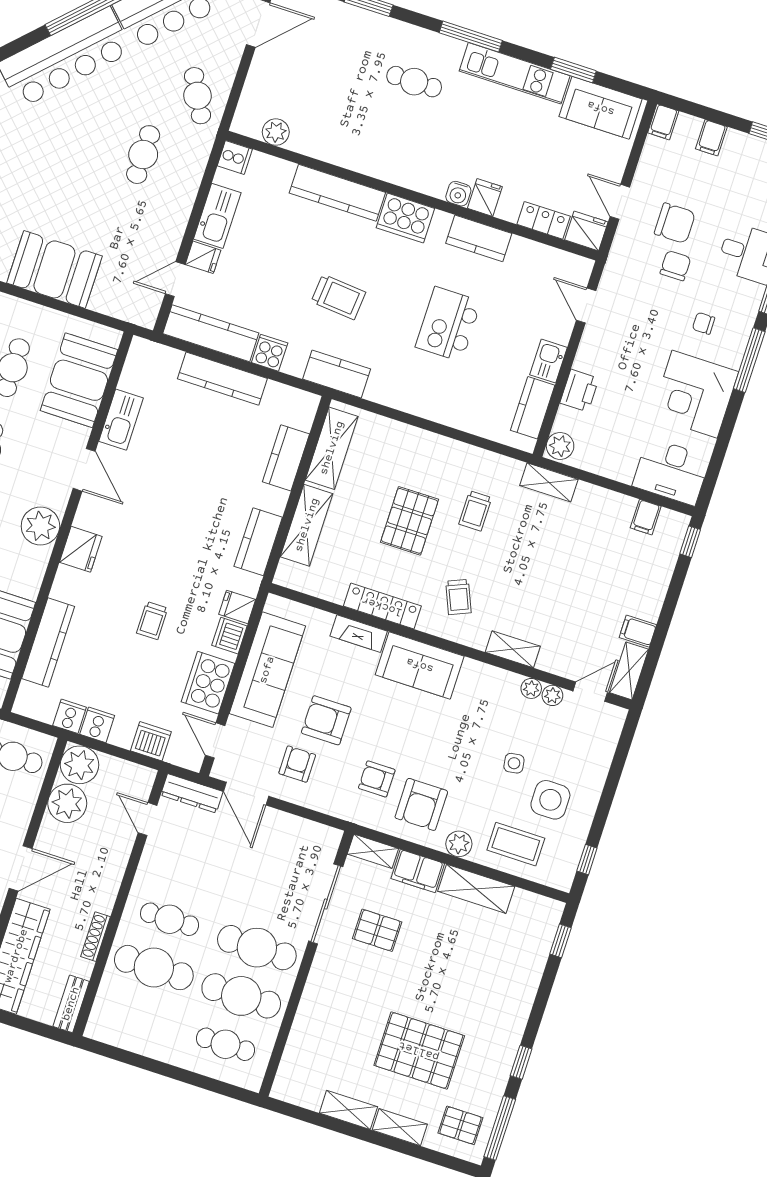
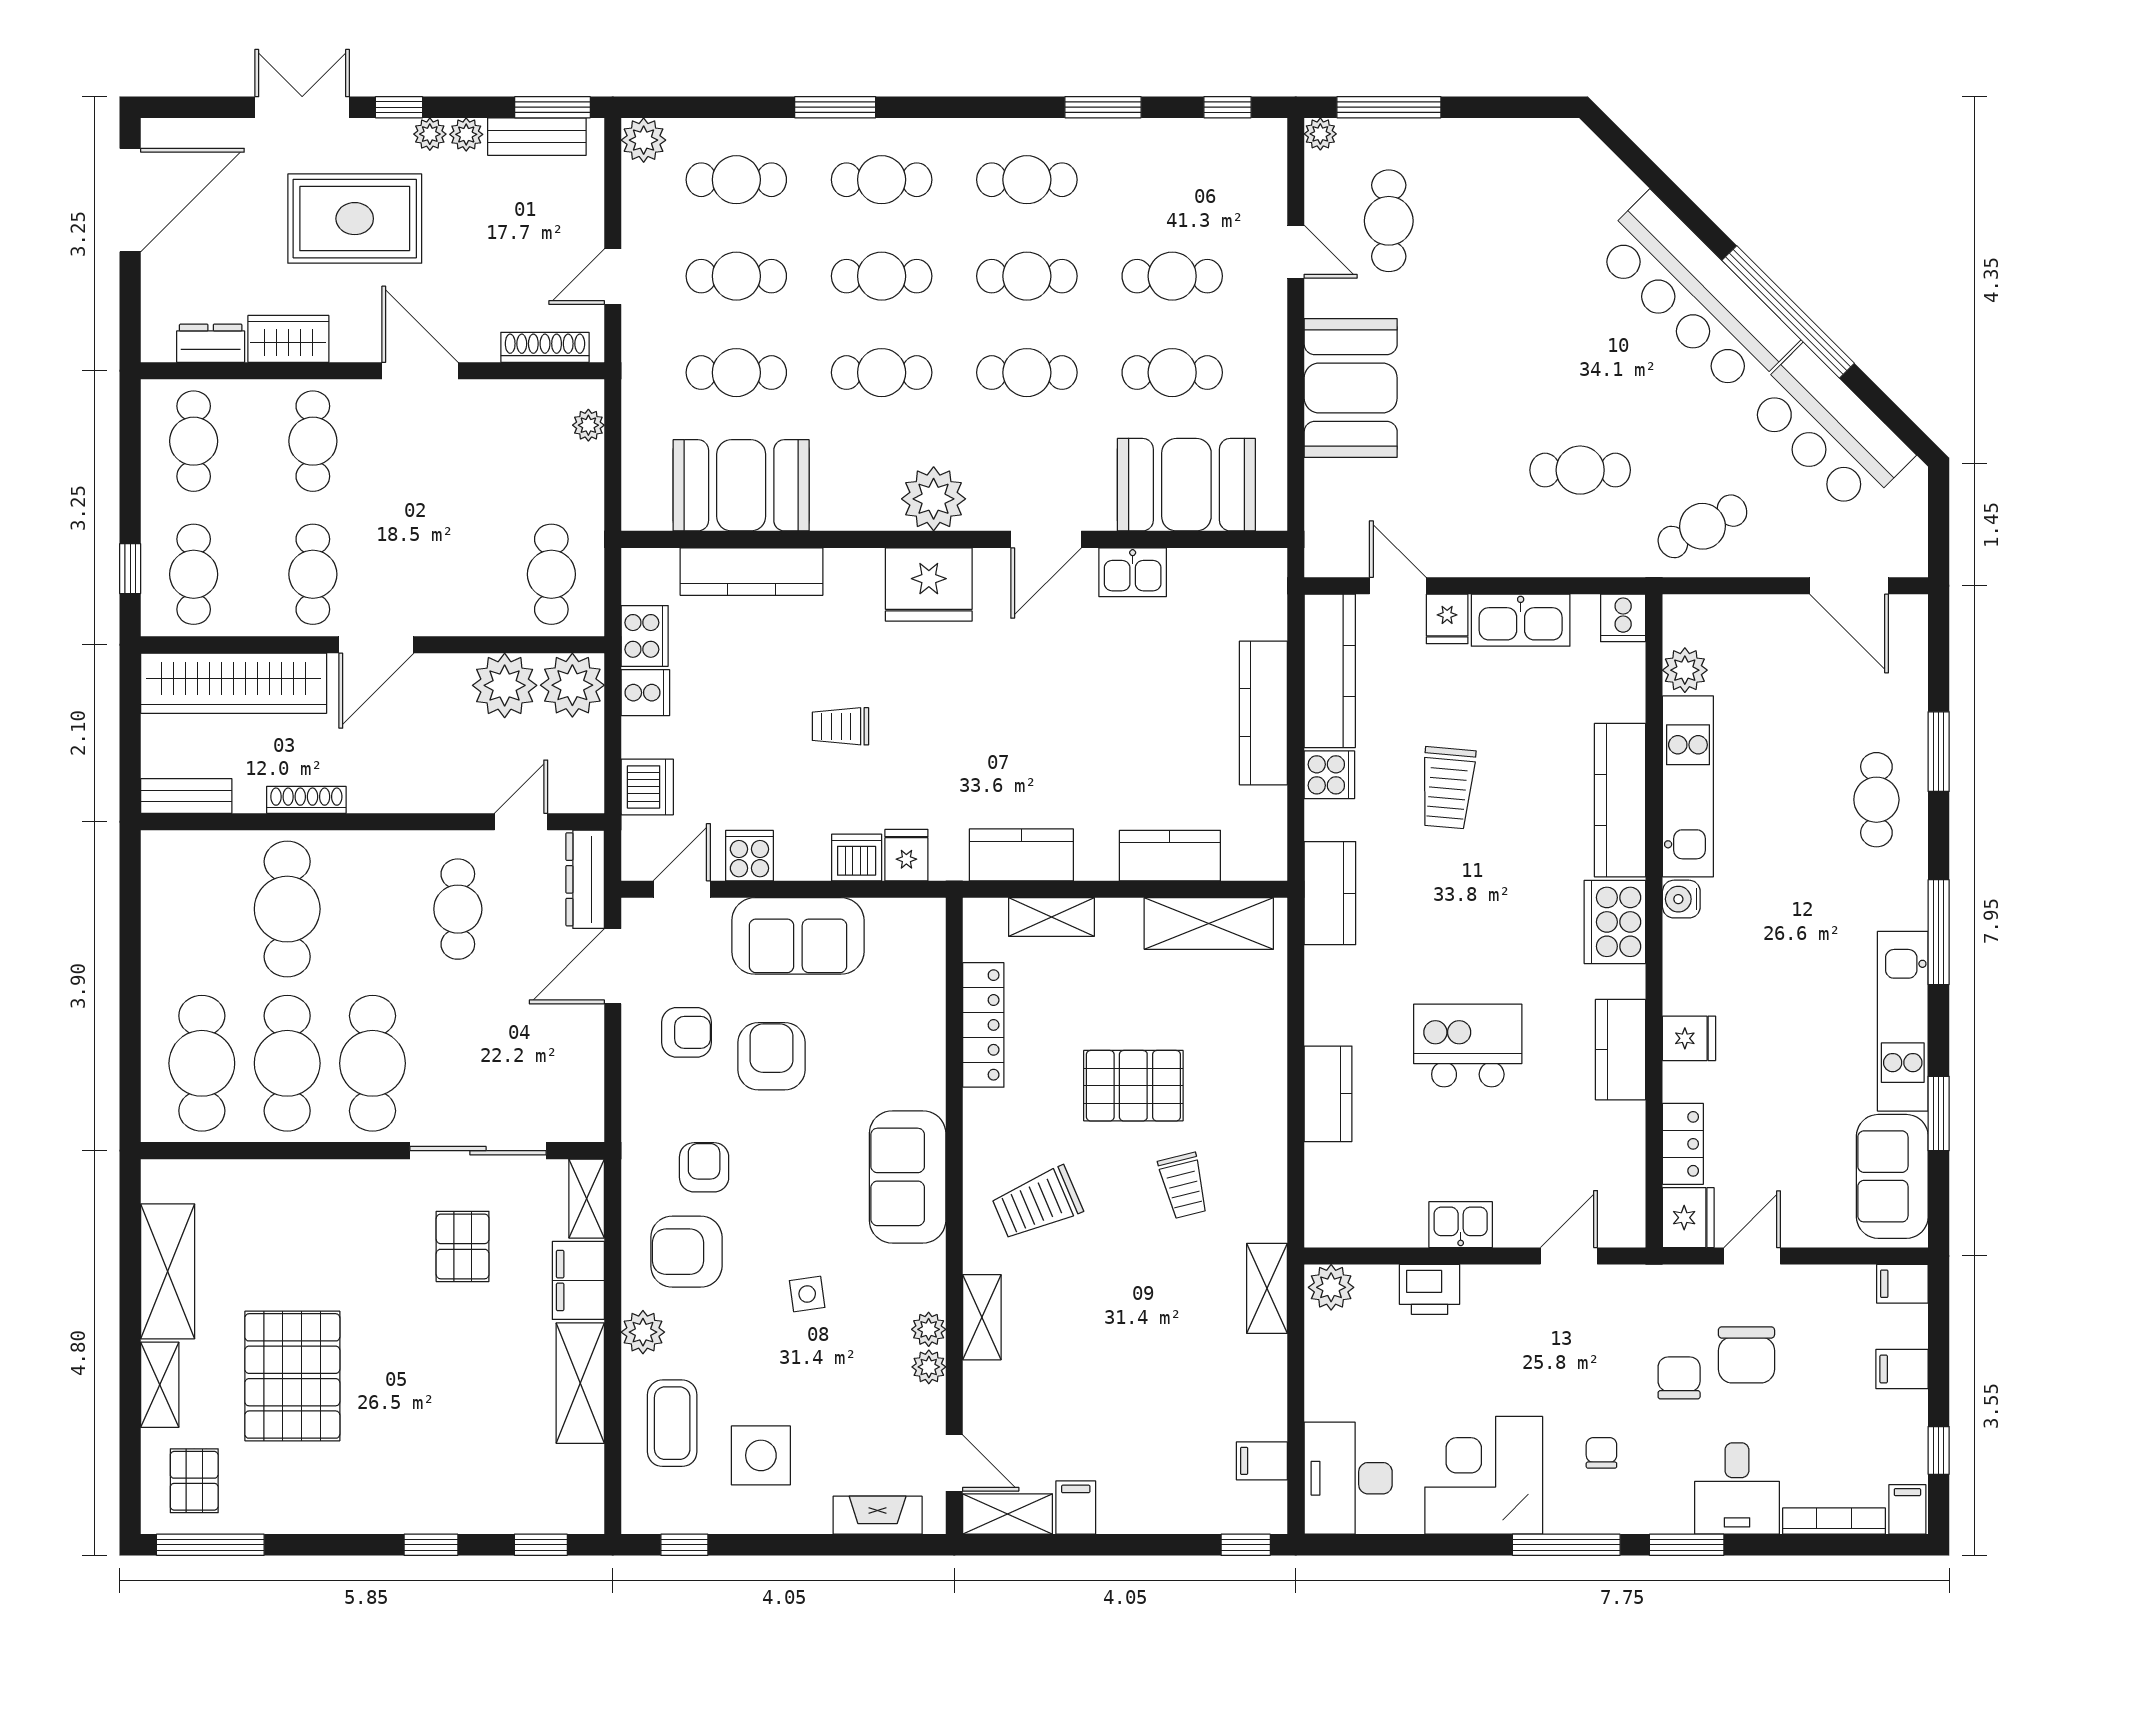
cafe table: (414, 82) -> (1876, 800), moved
kitchen unit: (342, 152) -> (1688, 786), added
water cooler: (458, 194) -> (1681, 899), moved
chair: (675, 266) -> (1679, 1378), turned -90
trolley: (338, 297) -> (1447, 788), moved
kitchen counter: (533, 408) -> (1328, 1094), moved, turned 90
kitchen sink: (121, 420) -> (1133, 572), width x0.73
trolley: (475, 511) -> (1183, 1185), turned -104
shelving: (307, 525) -> (1051, 917), width x0.67, depth x0.75
fridge: (81, 549) -> (929, 584), width x1.36, depth x1.34
trolley: (458, 597) -> (1037, 1203), width x1.36, depth x1.39
locker: (382, 606) -> (983, 1025), moved
fireplace: (359, 634) -> (878, 1515), moved, turned 90
sofa: (267, 670) -> (798, 936), width x0.73
cooker: (208, 683) -> (749, 856), width x0.53, depth x0.76
plant: (552, 695) -> (929, 1329), moved
cooker: (70, 716) -> (645, 636), width x1.36
side table: (514, 763) -> (807, 1294), moved
door: (21, 868) -> (376, 645), hinge flipped
cafe table: (170, 919) -> (458, 909), moved
cafe table: (225, 1044) -> (202, 1063), width x1.37, depth x1.35
window: (521, 1062) -> (431, 1545), moved
shelving: (348, 1110) -> (168, 1271), width x1.50, depth x1.33

